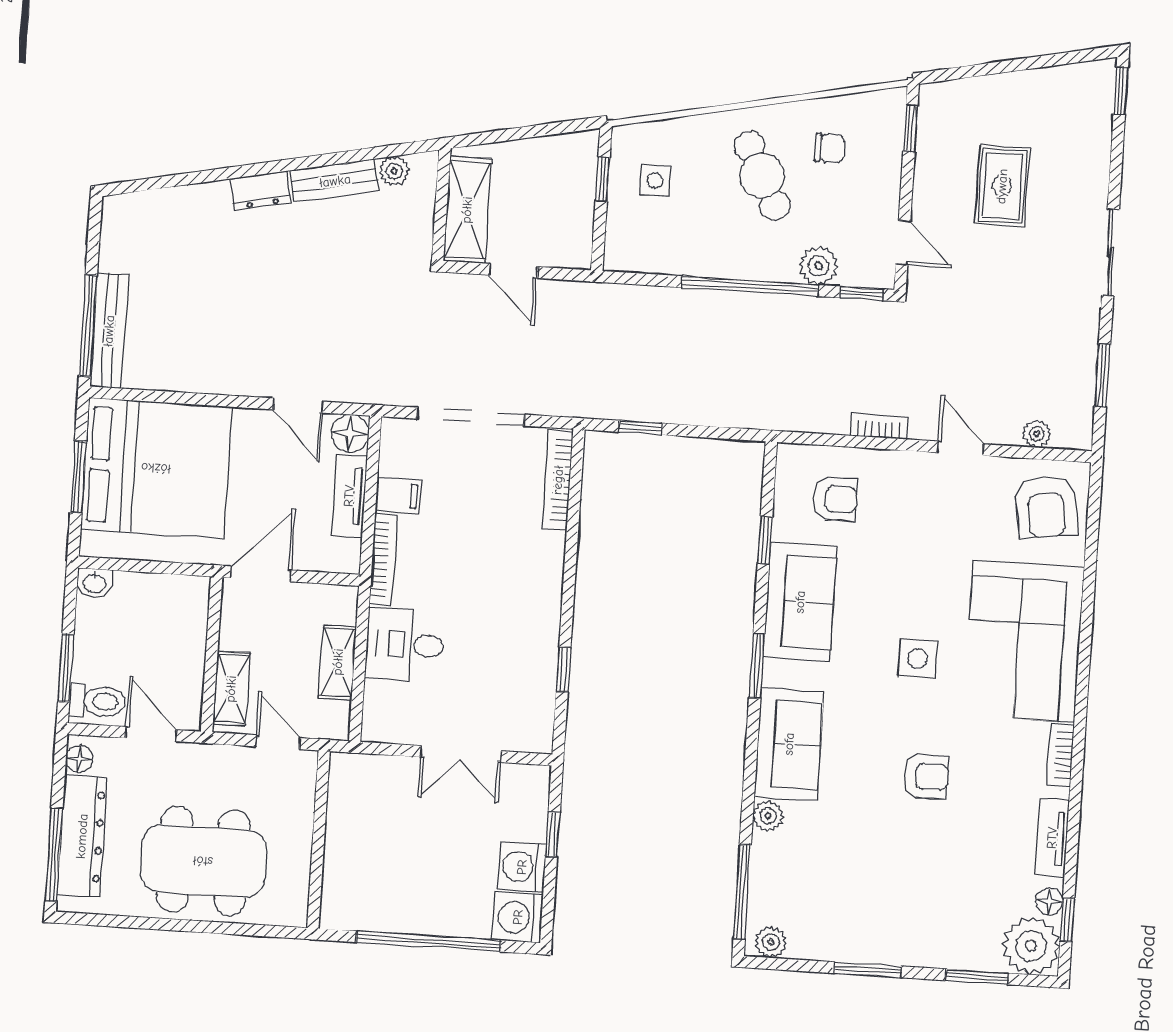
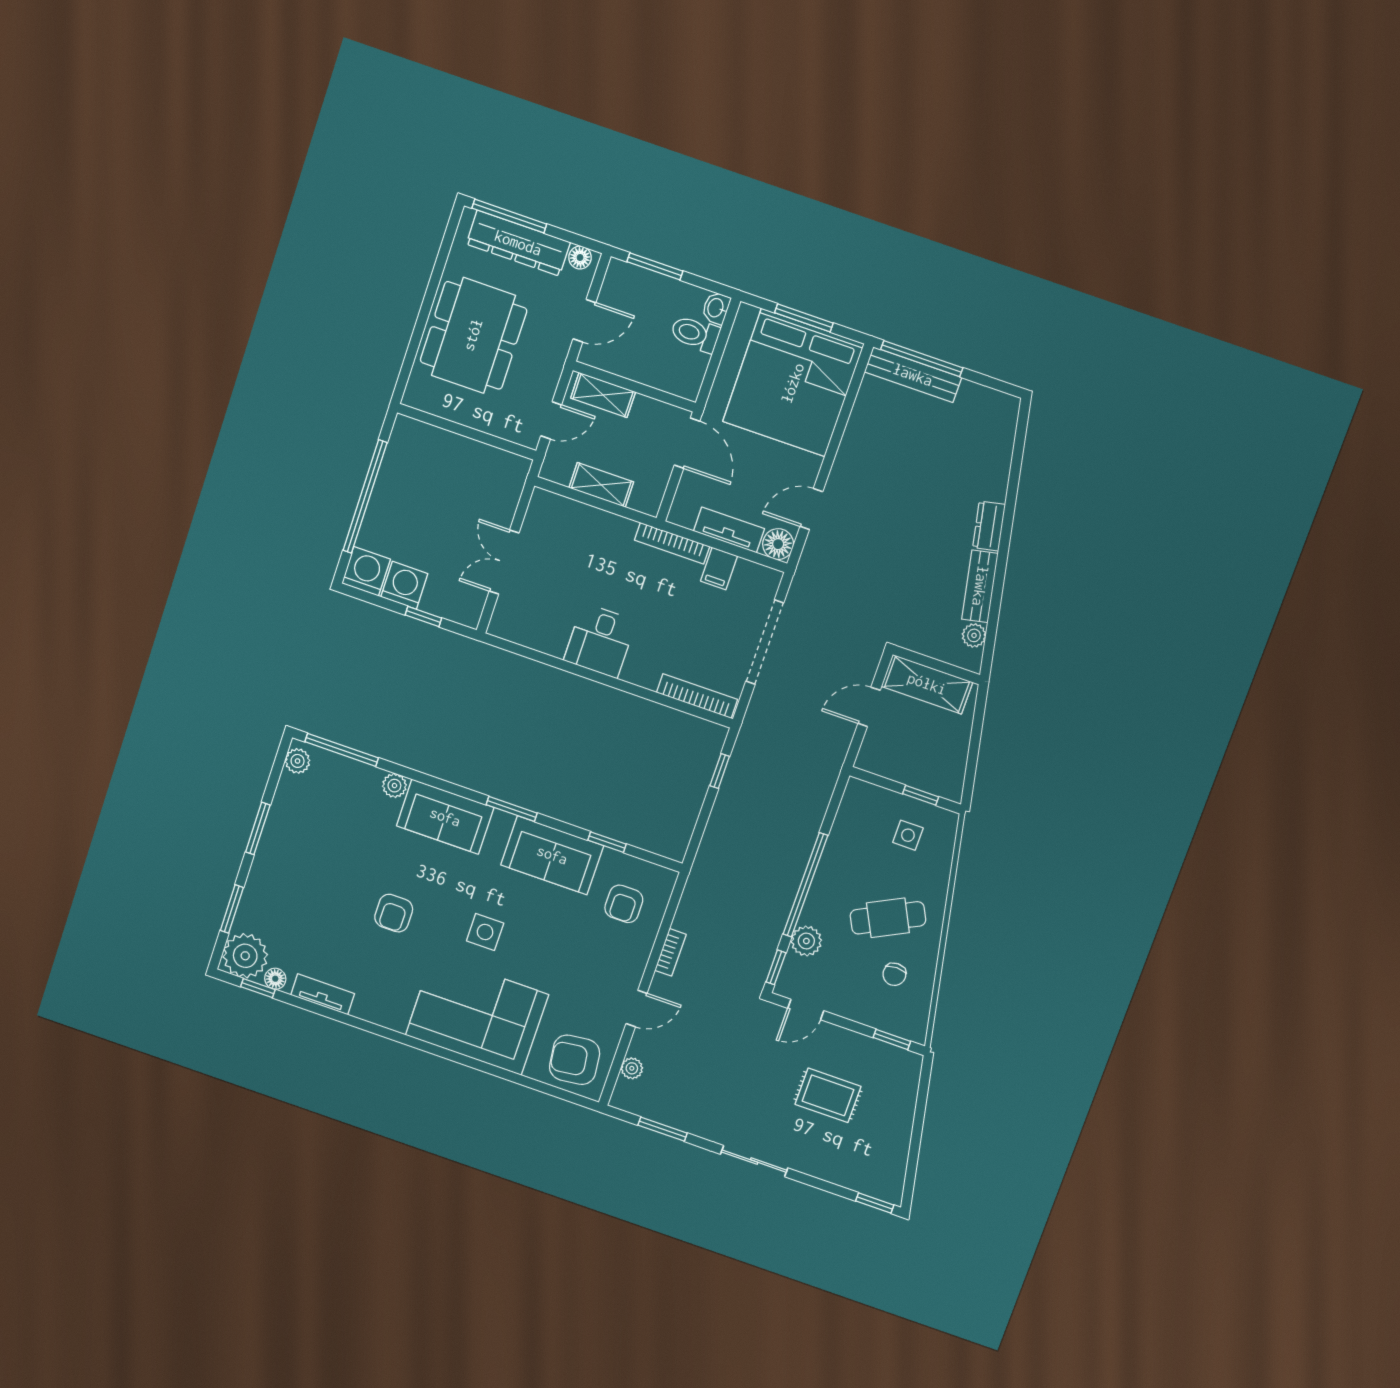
desk: (405, 645) -> (600, 641), moved, turned 180
window: (563, 670) -> (549, 660), removed
toilet: (97, 701) -> (695, 334), moved, turned 90
bookcase: (1060, 755) -> (384, 1018), removed

